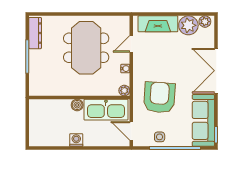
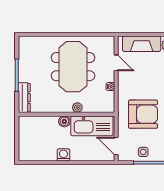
dresser: (35, 33) -> (24, 98), moved
door: (131, 44) -> (116, 63), swing flipped
plant: (124, 91) -> (77, 108), moved
armchair: (159, 97) -> (143, 114), turned 86

